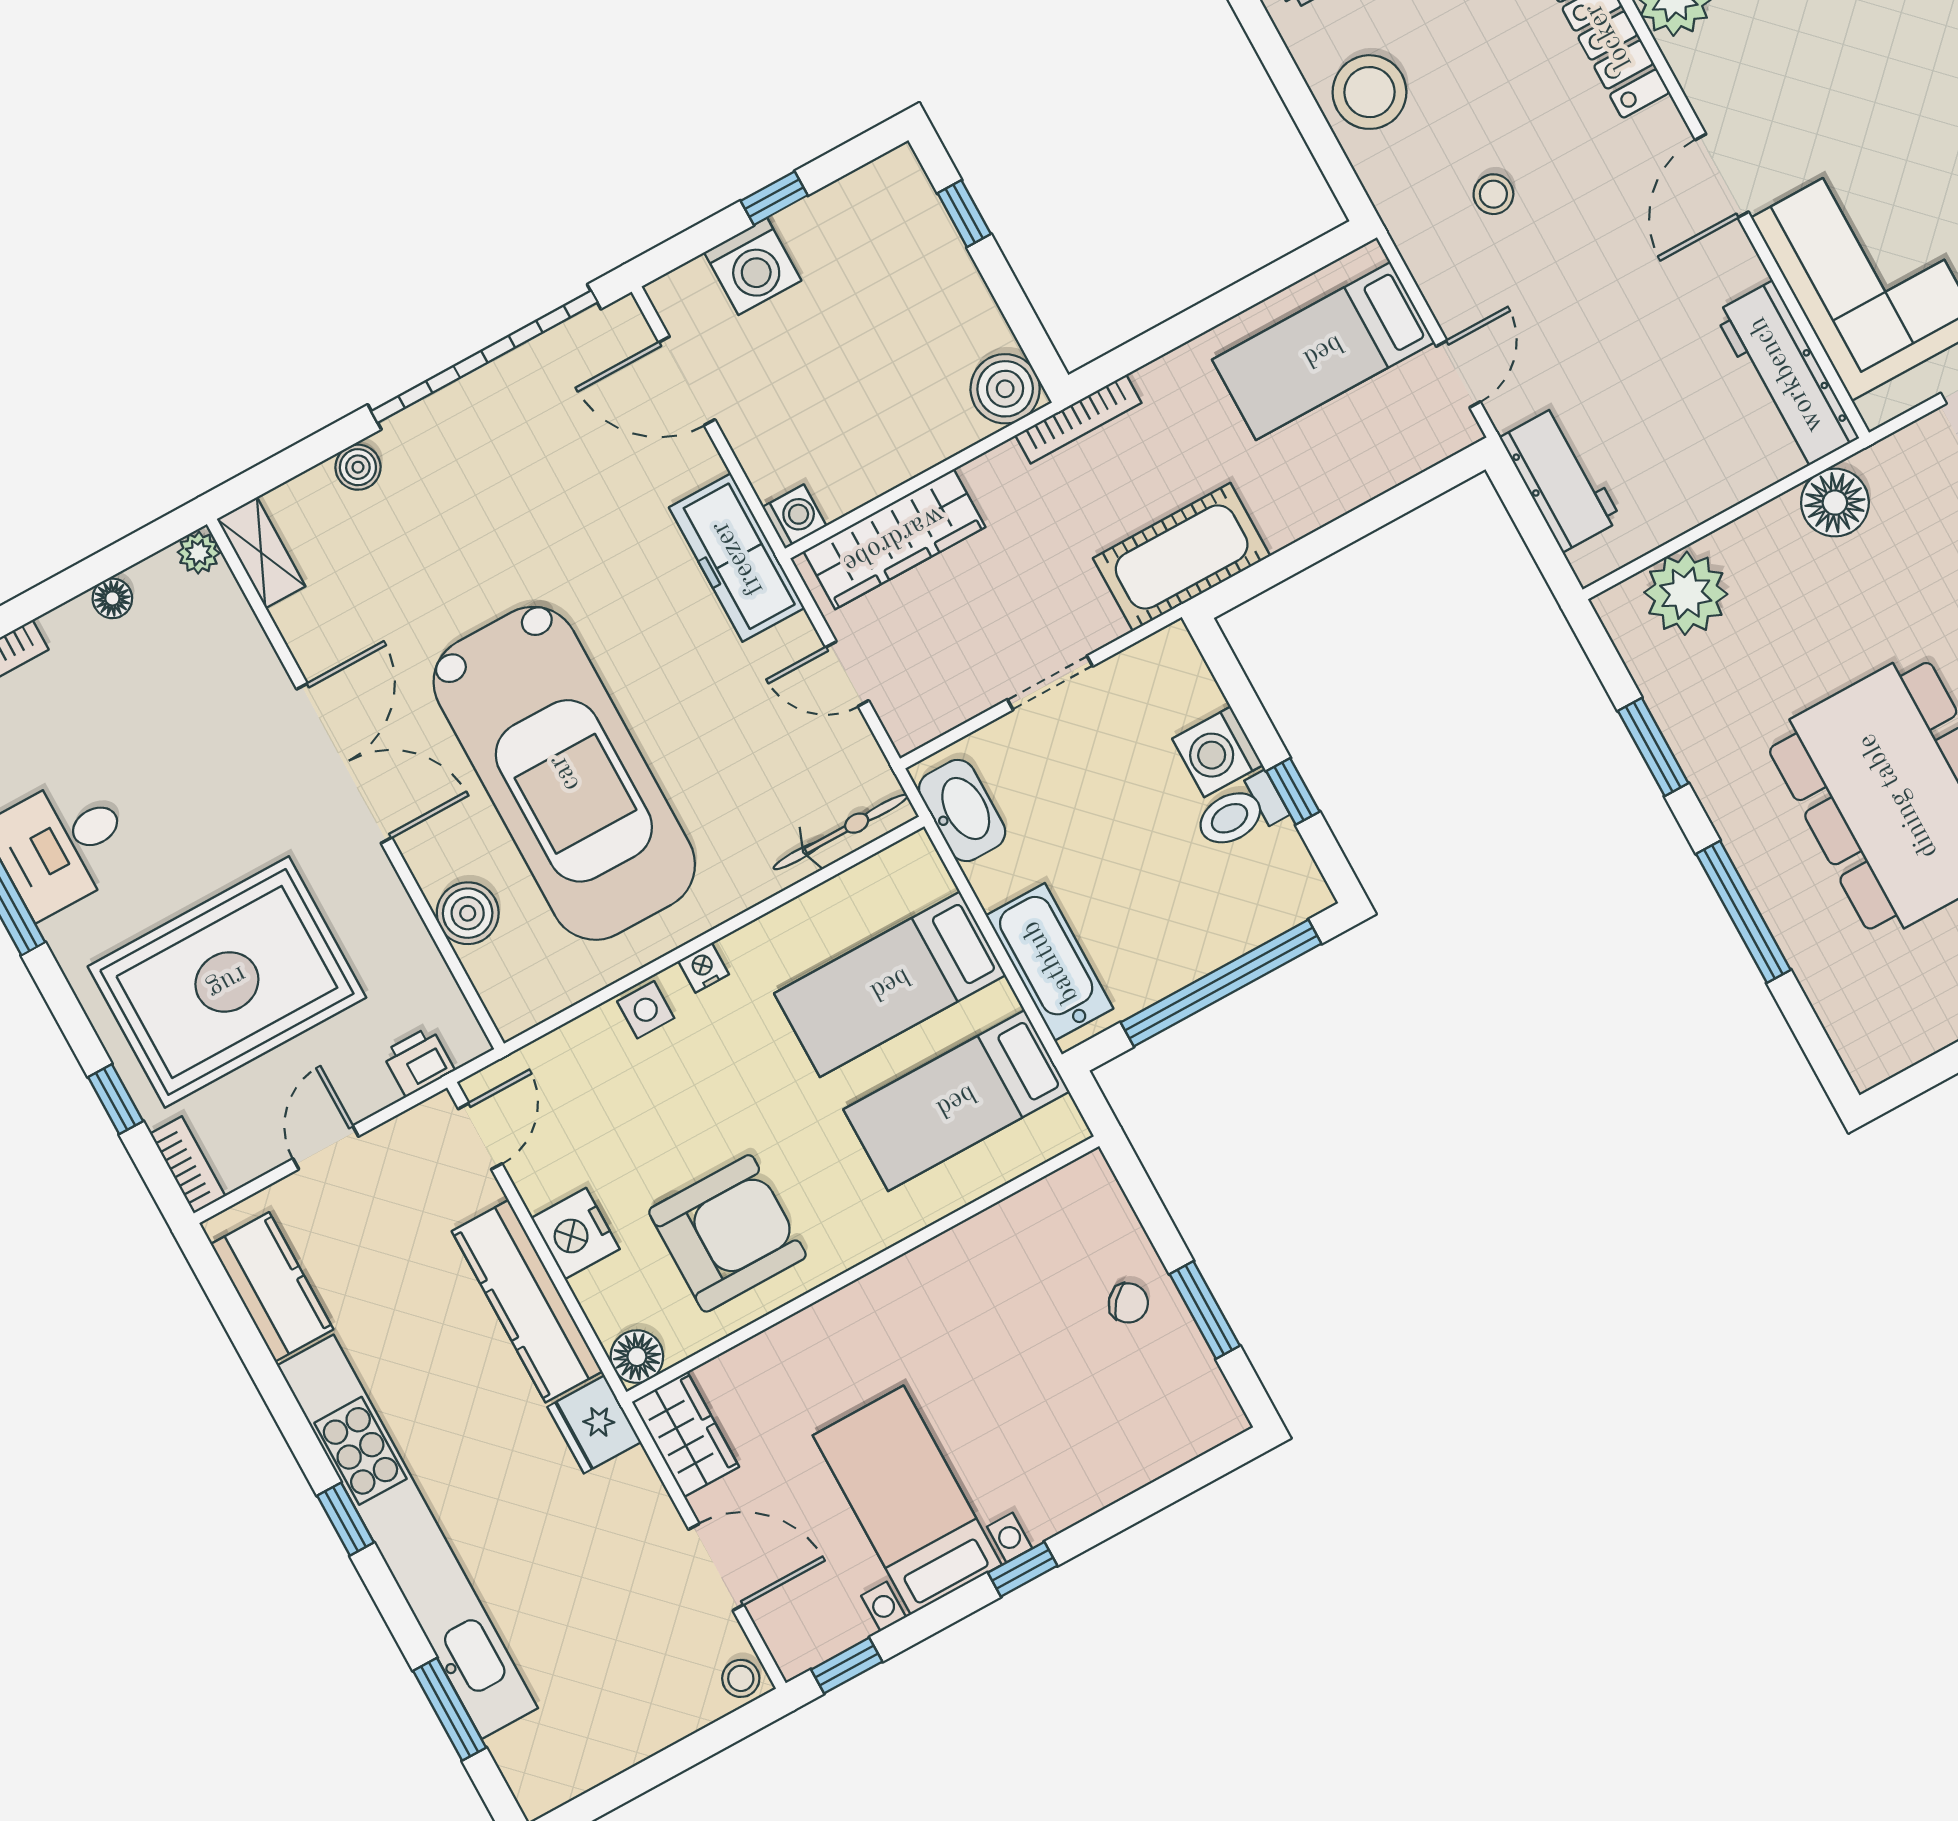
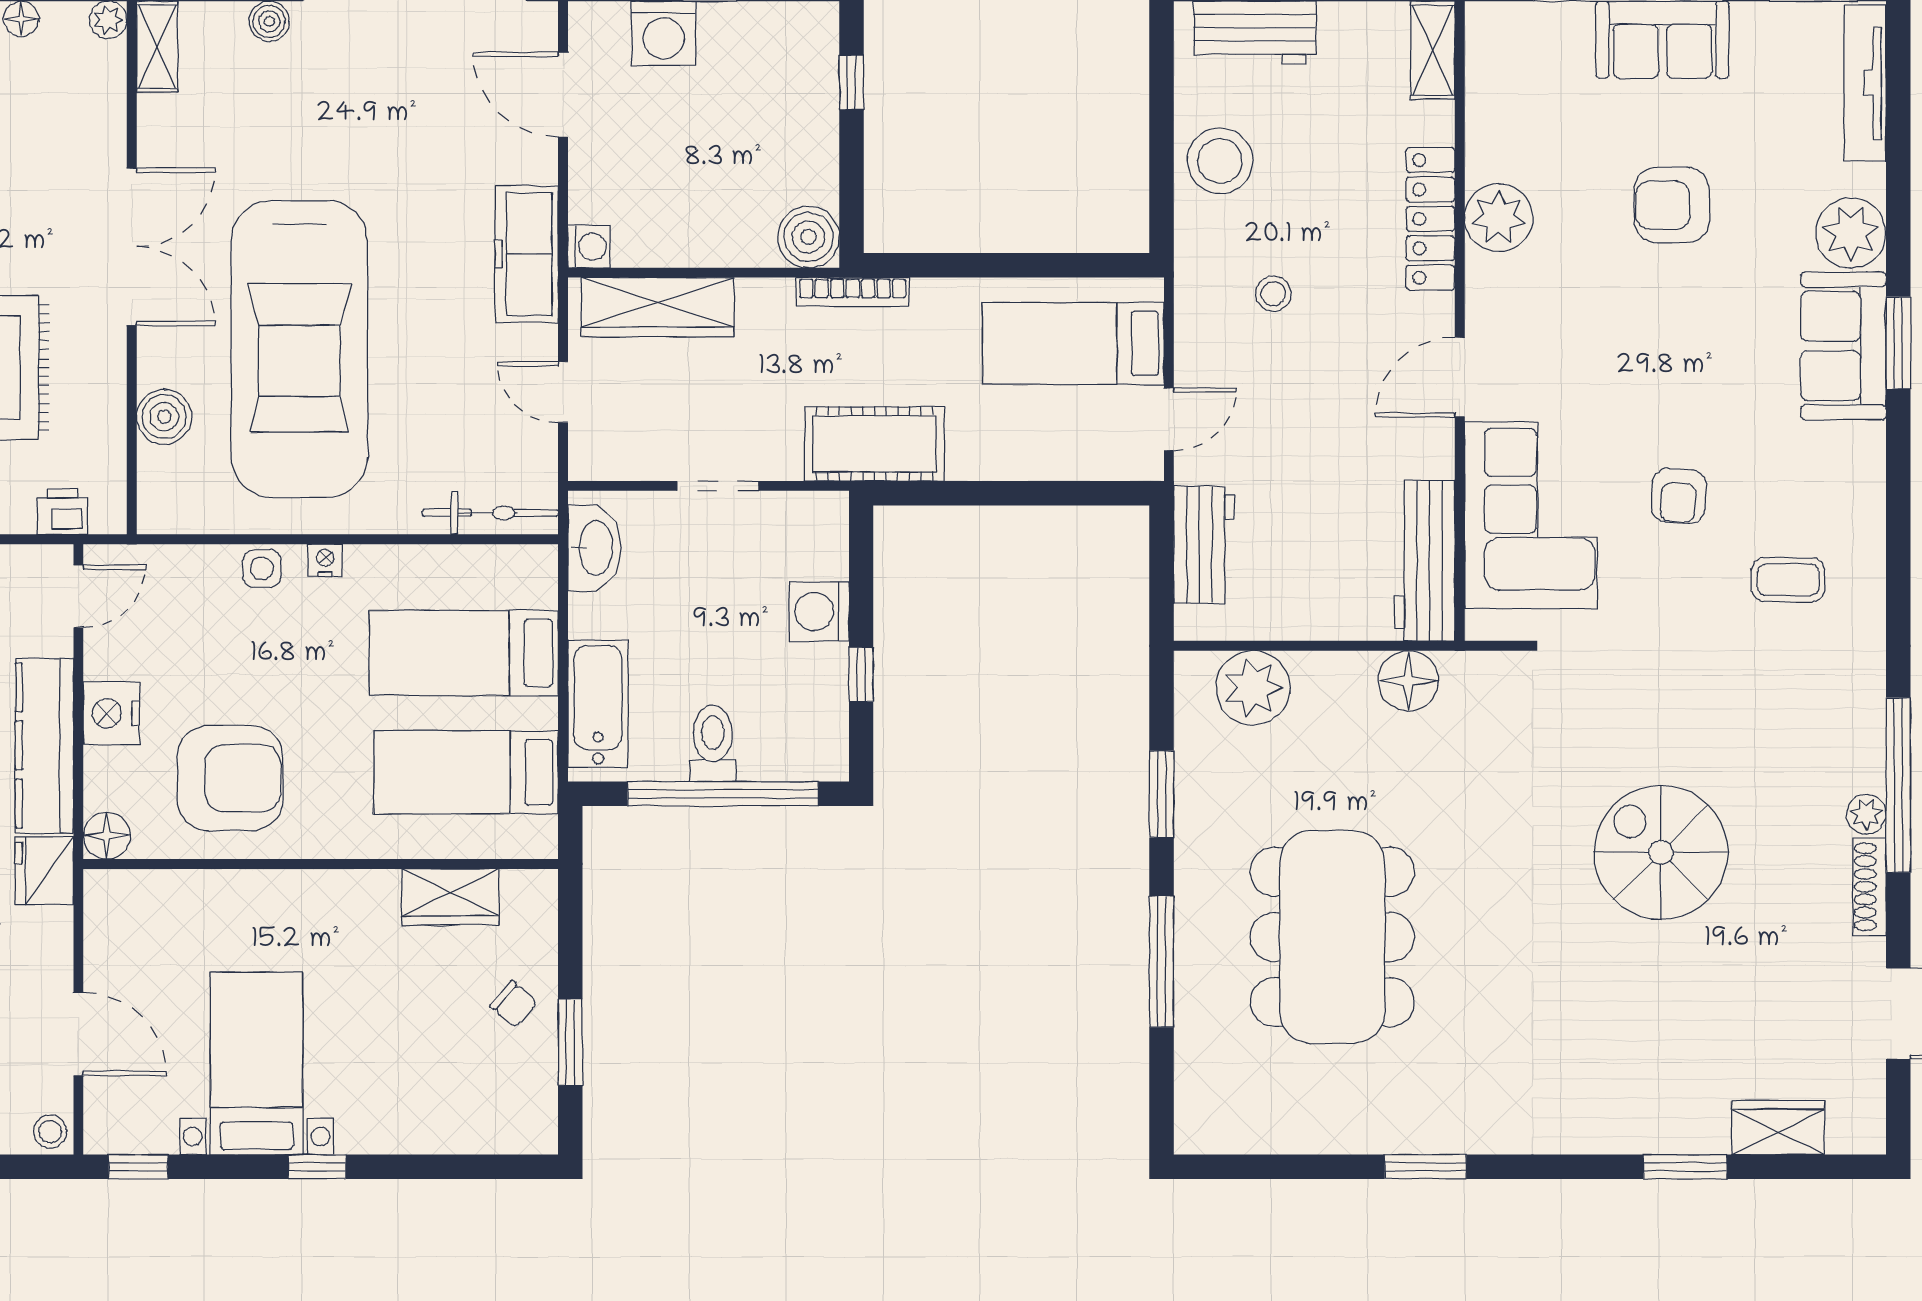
toilet: (1240, 812) -> (713, 743), moved, turned 90
wardrobe: (685, 1434) -> (450, 897), moved, turned 90

